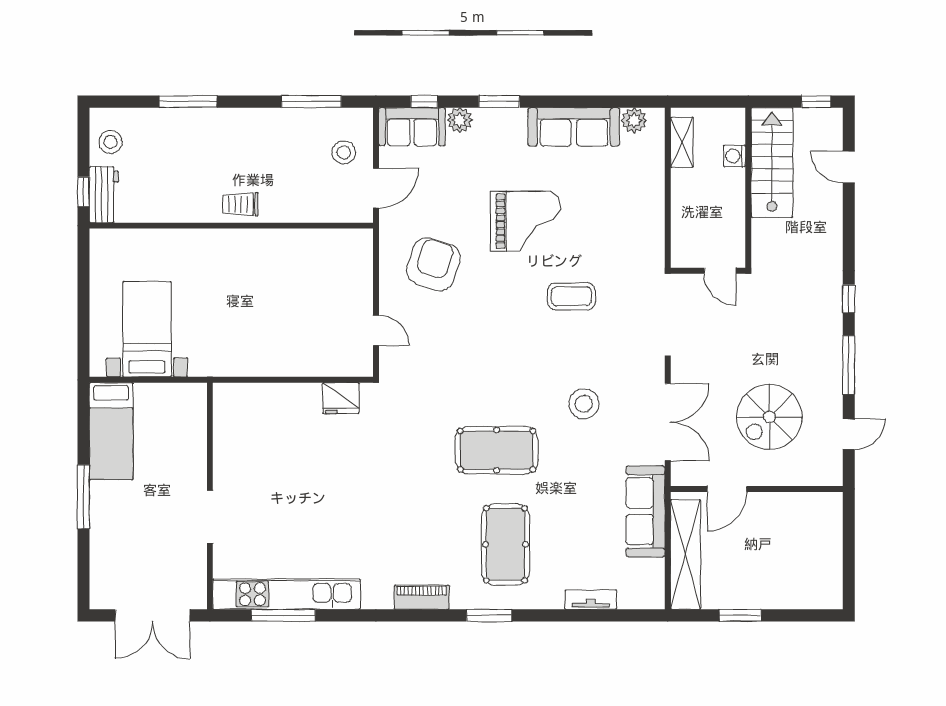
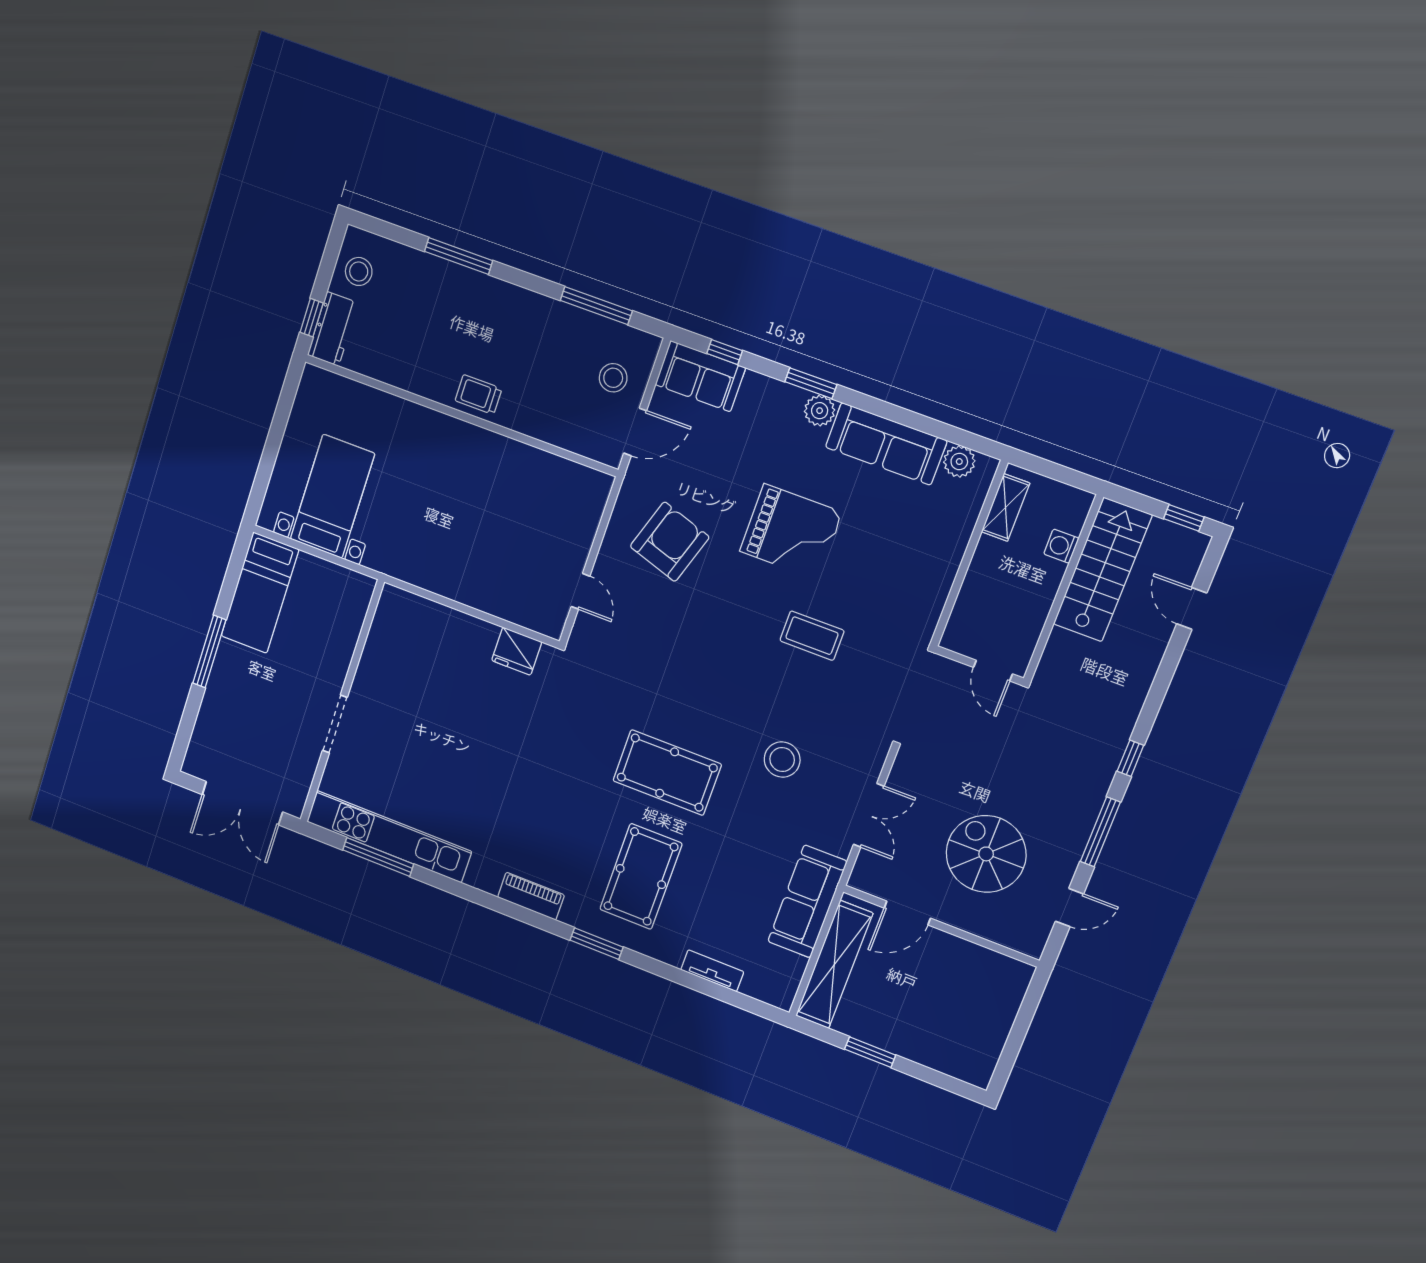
plant: (460, 120) -> (820, 411), moved
spiral stairs: (769, 417) -> (986, 854), turned 90
double door: (668, 422) -> (869, 815), width x0.73

